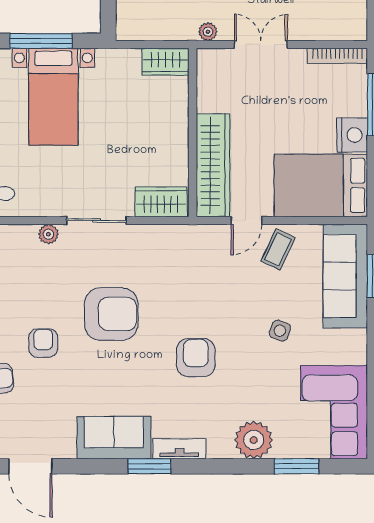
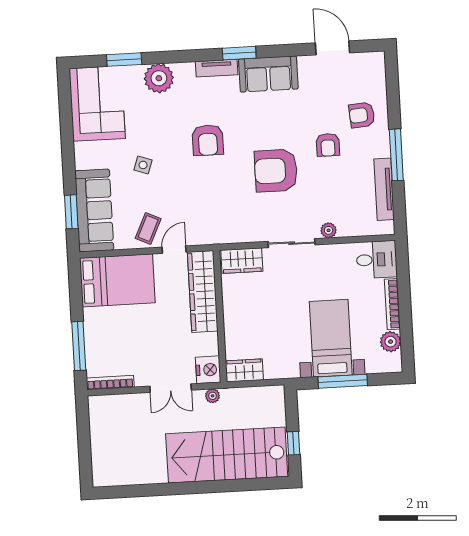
nightstand: (352, 135) -> (208, 370), moved, turned 180

